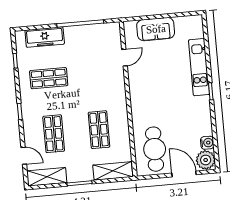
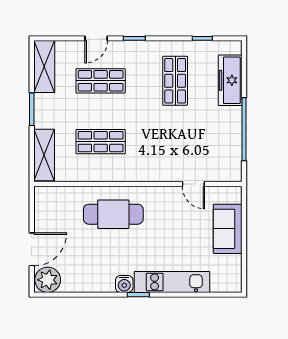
water cooler: (207, 143) -> (124, 284), moved
cafe table: (155, 149) -> (113, 214), moved
door: (24, 156) -> (96, 38), moved

